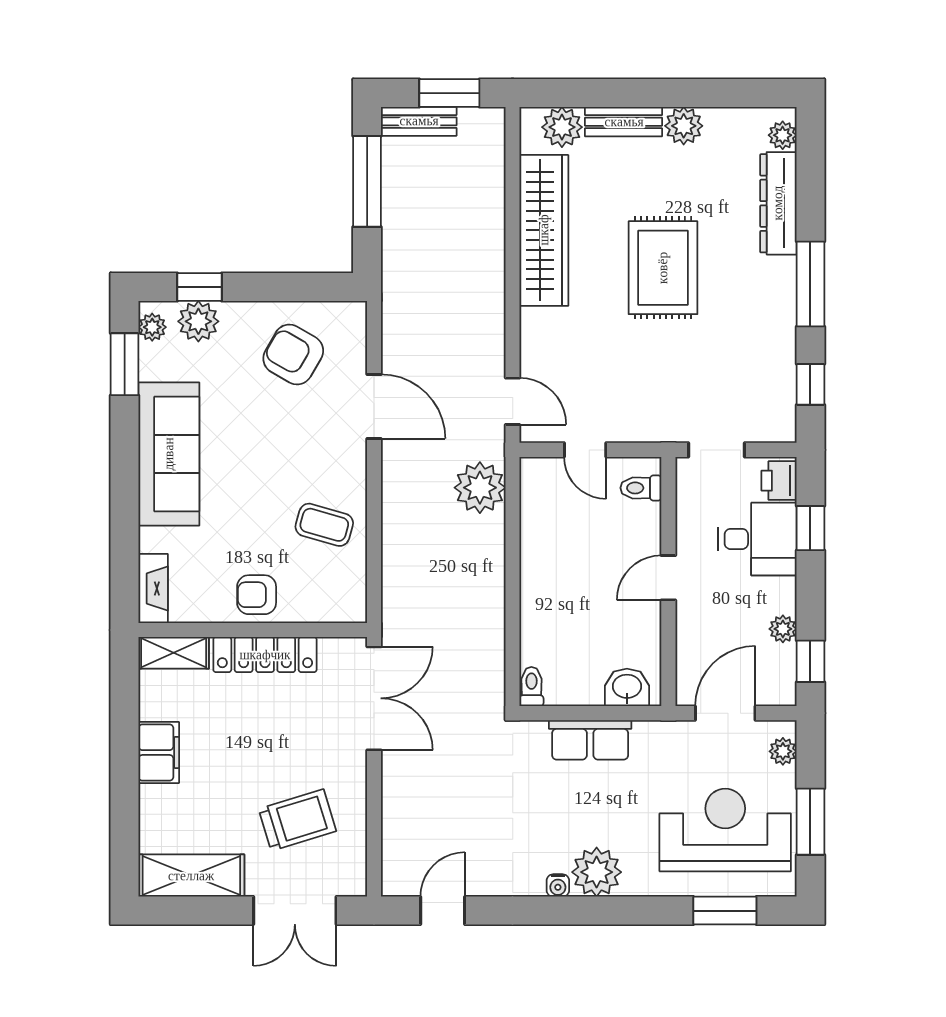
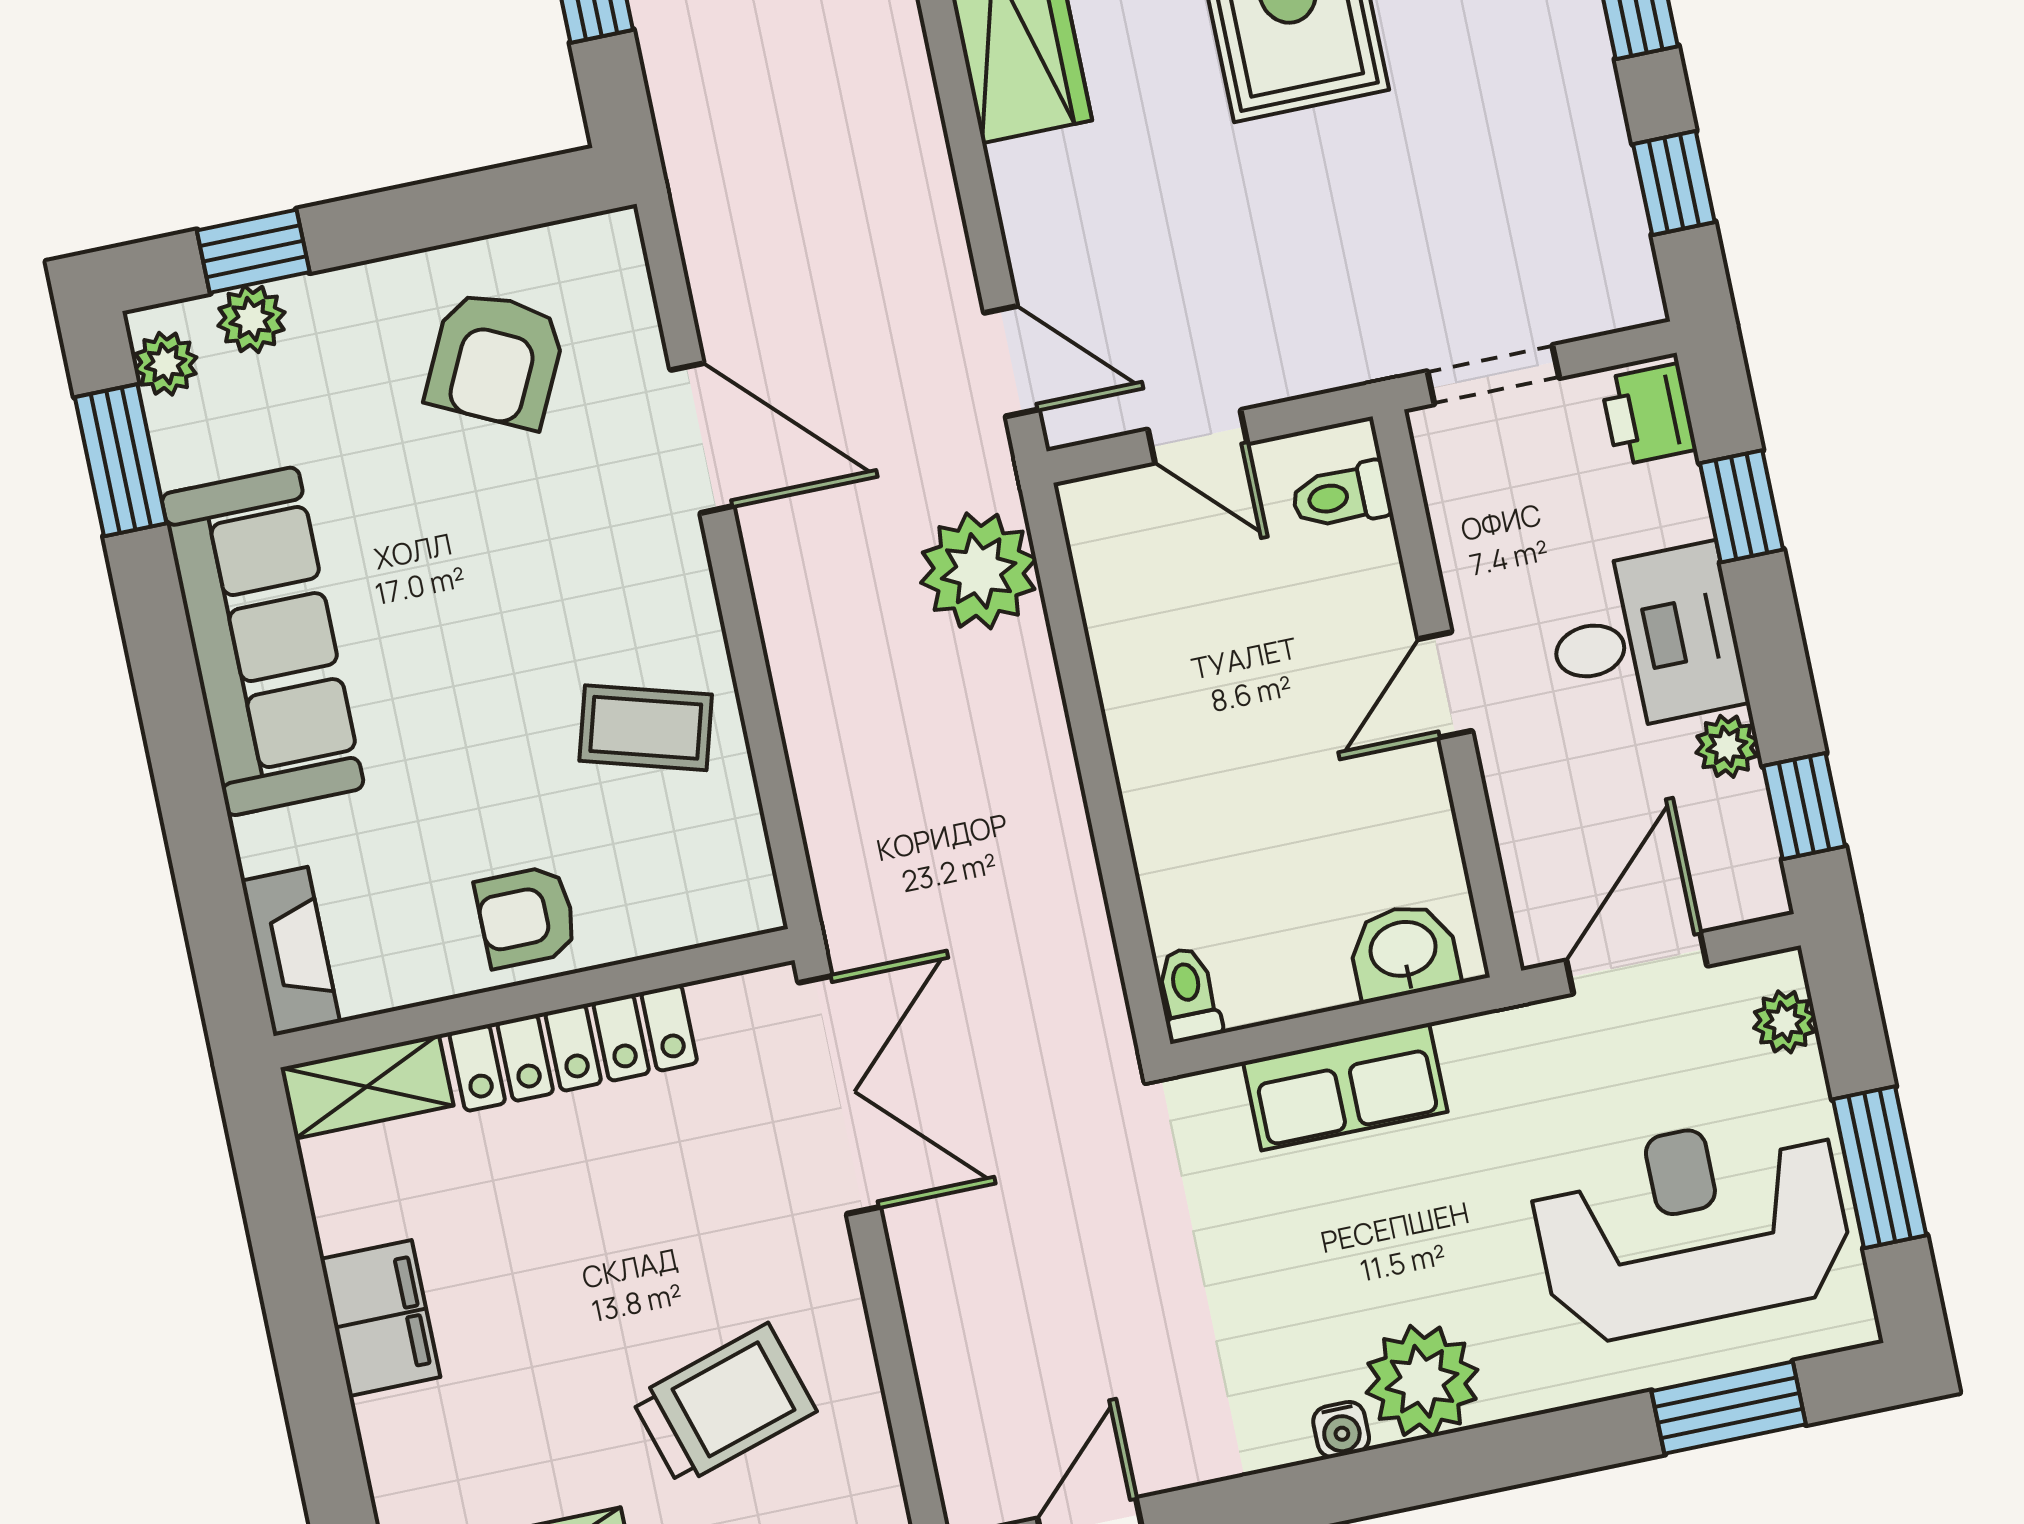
plant: (198, 321) -> (251, 319), width x0.73, depth x0.73
armchair: (293, 355) -> (496, 359), turned -94
desk: (757, 539) -> (1645, 640), moved

